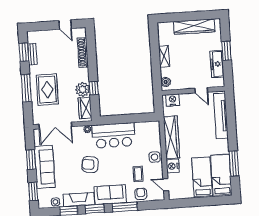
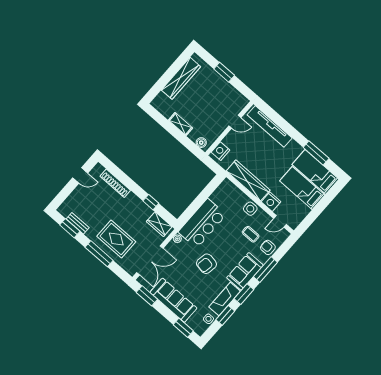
freezer: (217, 64) -> (227, 90), removed
plant: (83, 89) -> (143, 212), removed
window: (31, 160) -> (147, 296), moved

